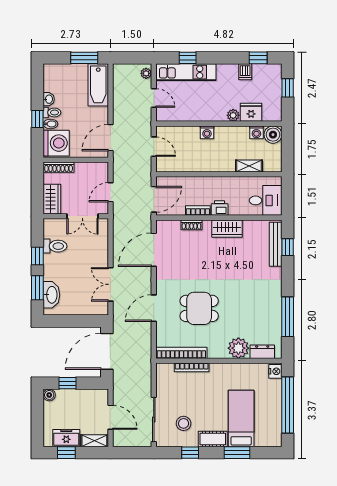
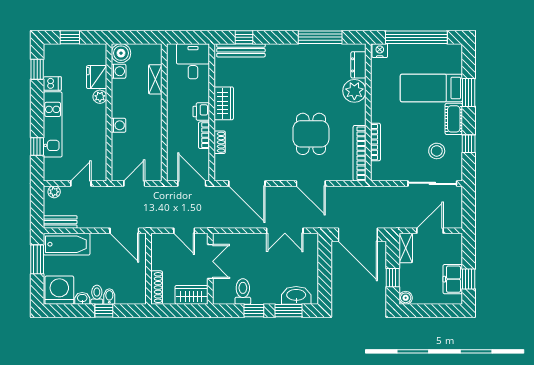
kitchen unit: (186, 72) -> (53, 124), moved
bench: (118, 79) -> (60, 222), added
washing machine: (56, 143) -> (59, 290), moved
shelving: (94, 441) -> (406, 248), moved

